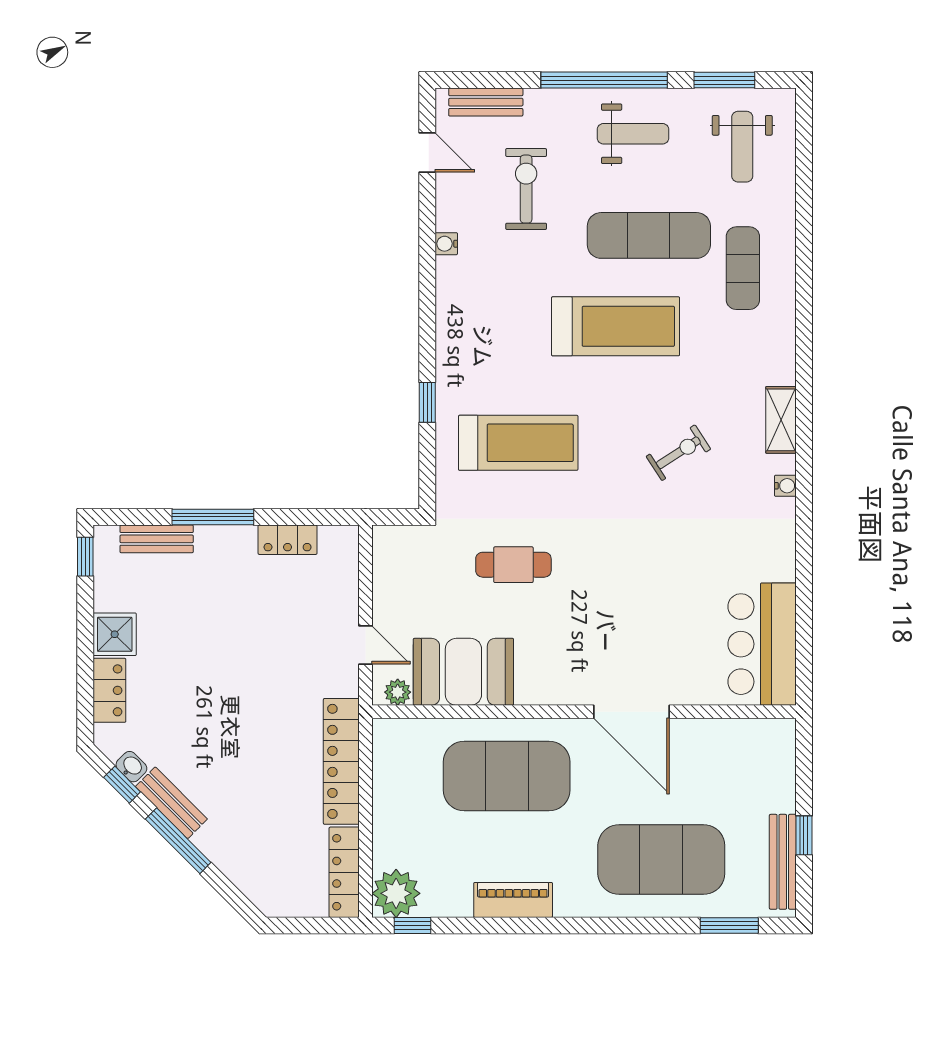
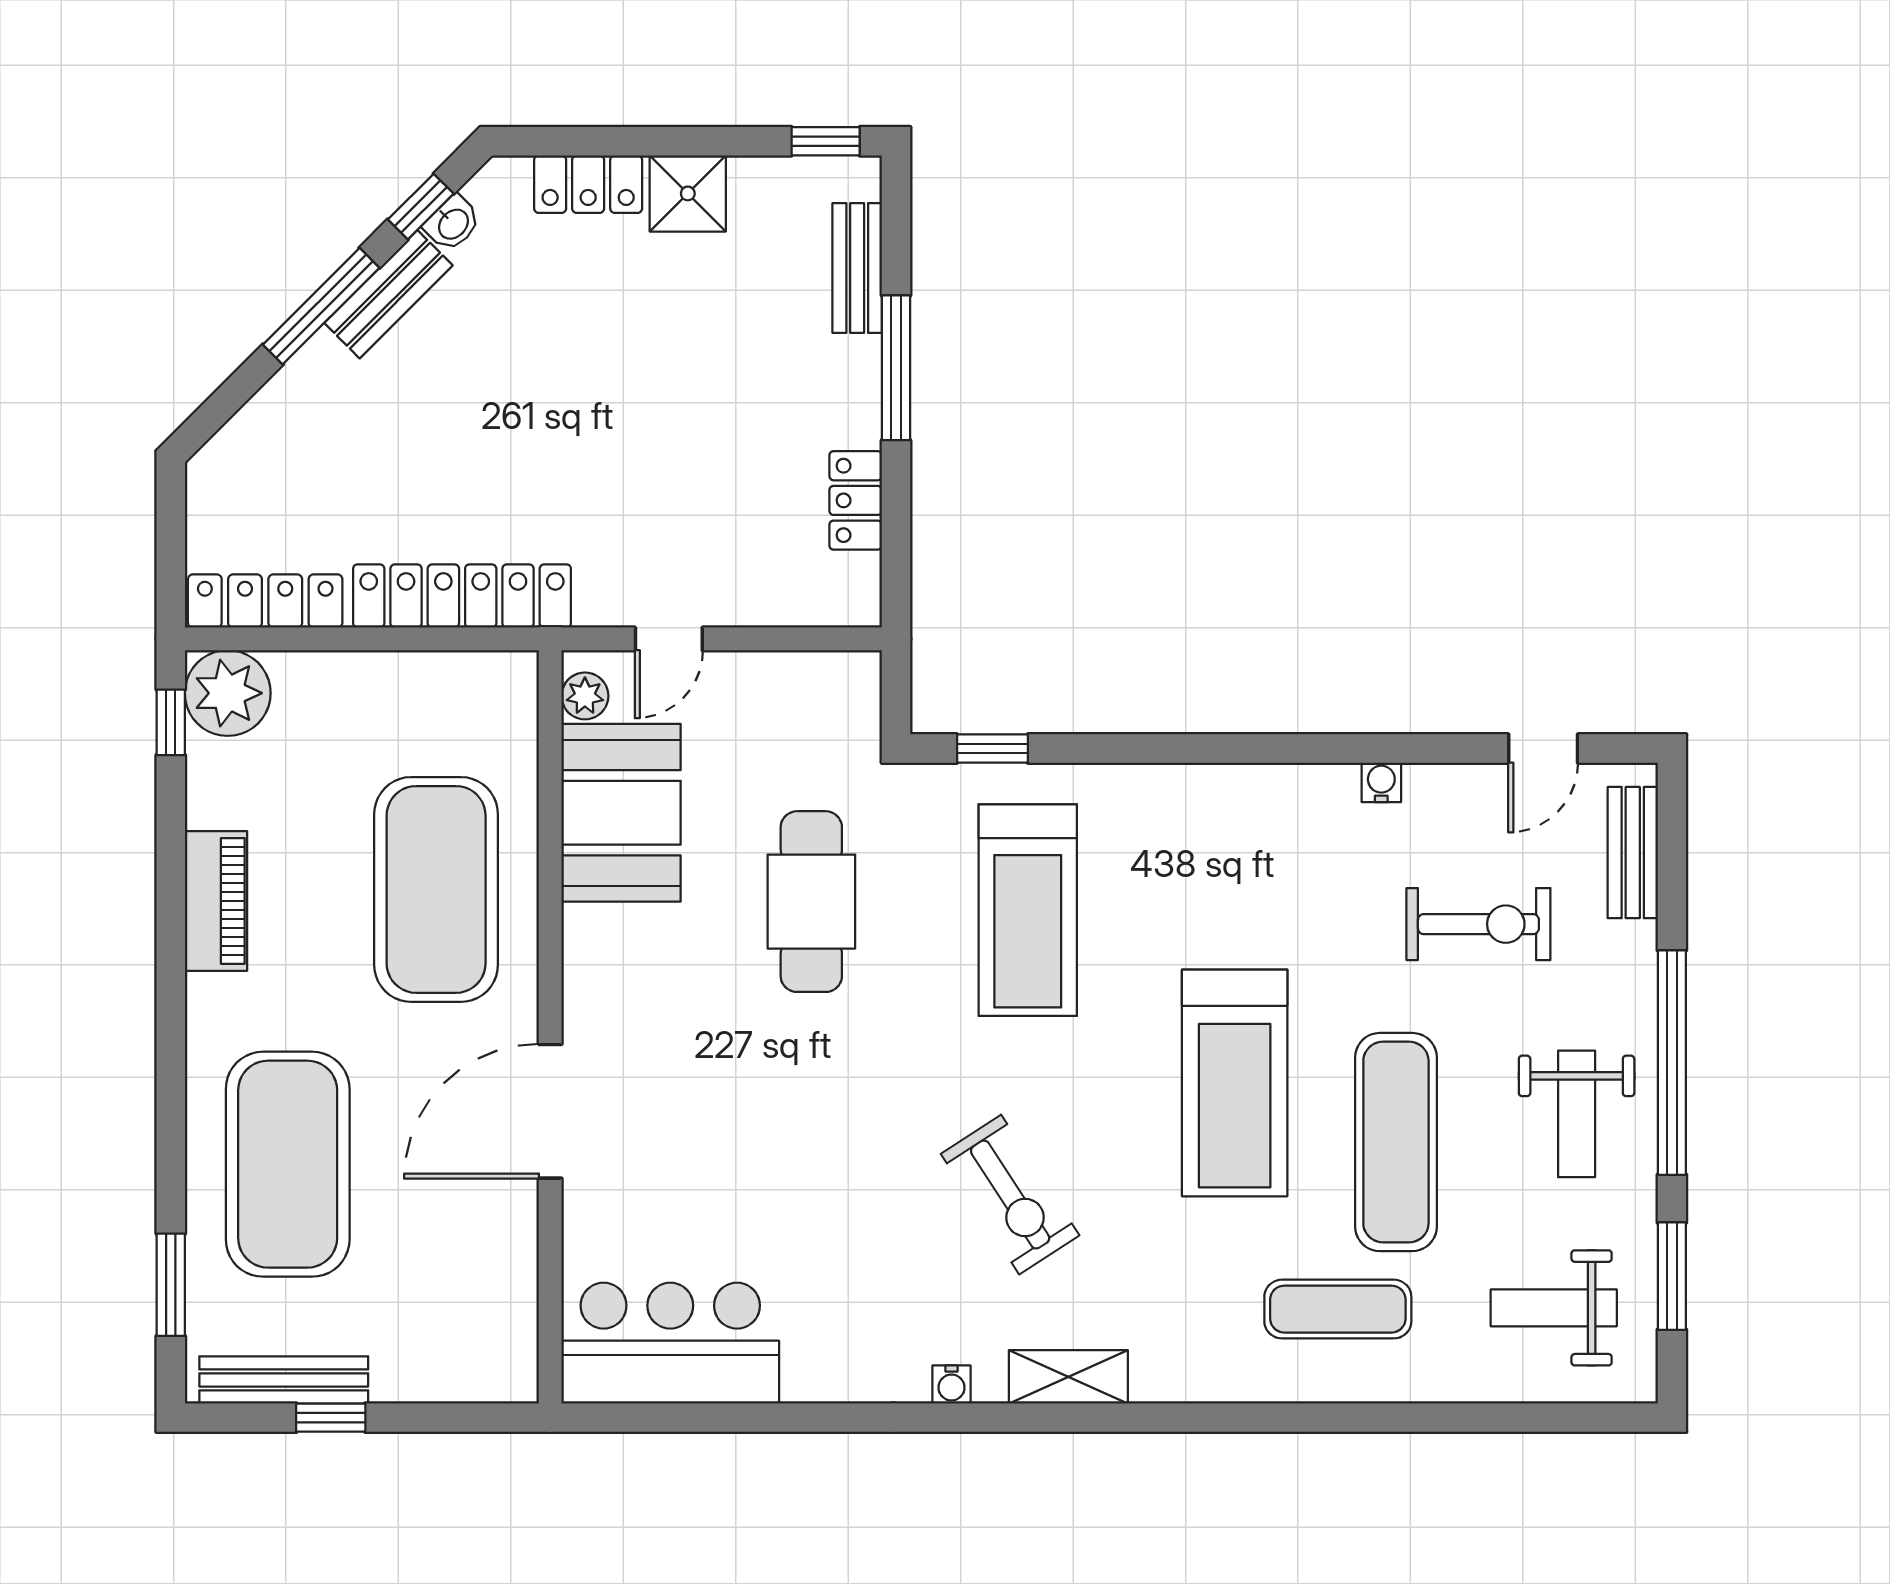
window: (427, 402) -> (992, 749), moved
exercise bike: (678, 453) -> (1010, 1195), width x1.38, depth x1.39
cafe table: (513, 565) -> (811, 902), width x1.37, depth x1.35

